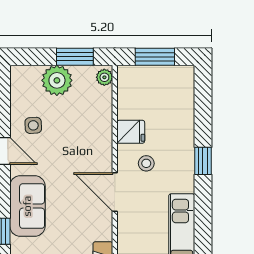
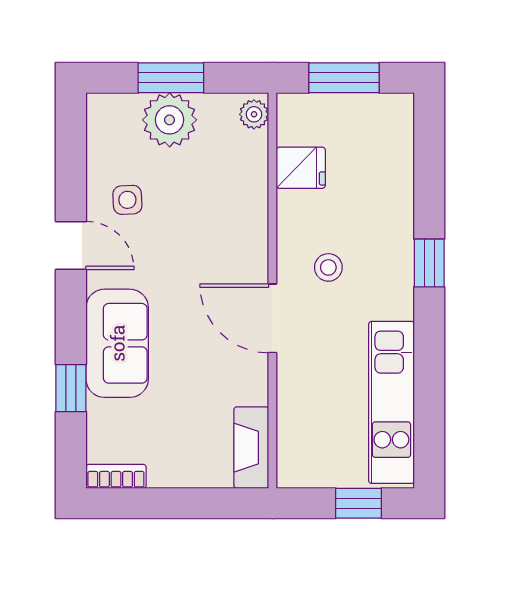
window: (75, 57) -> (171, 78), moved
fridge: (131, 132) -> (301, 168), moved

